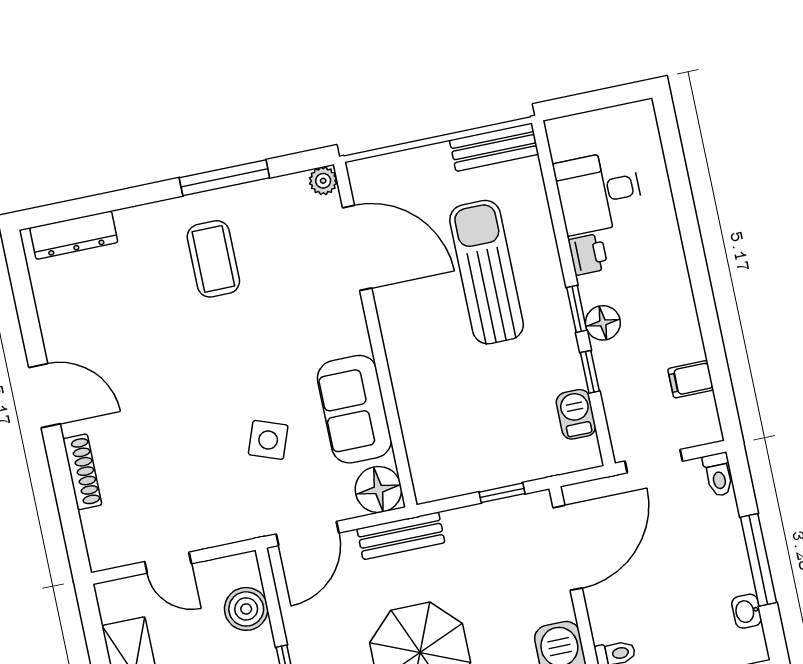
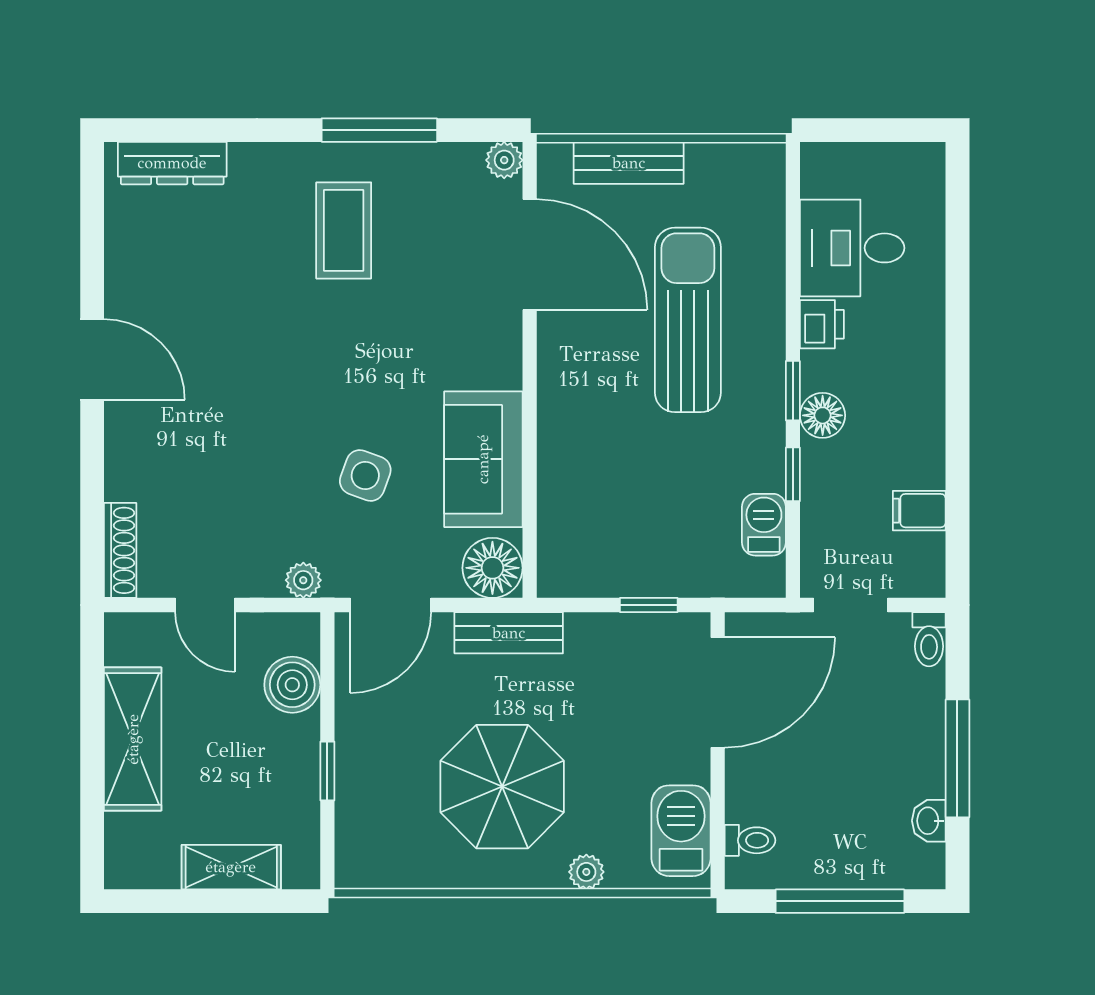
bench: (494, 147) -> (629, 163), moved
shoe rack: (82, 472) -> (120, 550), moved
plant: (238, 529) -> (303, 580), added

